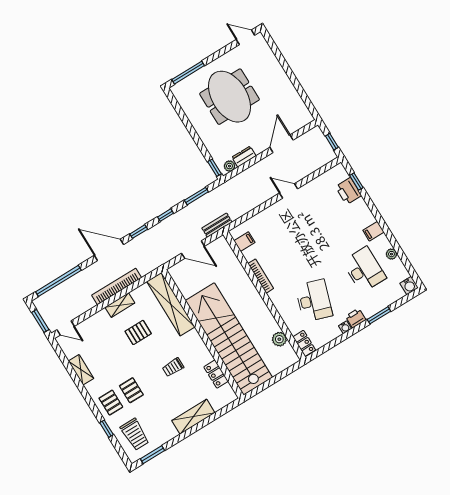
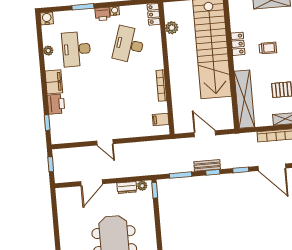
printer: (348, 191) -> (56, 104), moved
bench: (217, 225) -> (207, 165), moved
filing cabinet: (374, 231) -> (54, 82), width x2.00
locker: (216, 374) -> (238, 44), moved

